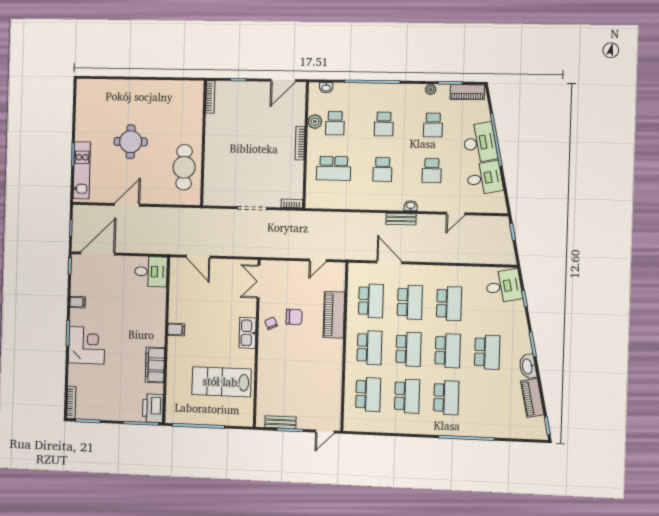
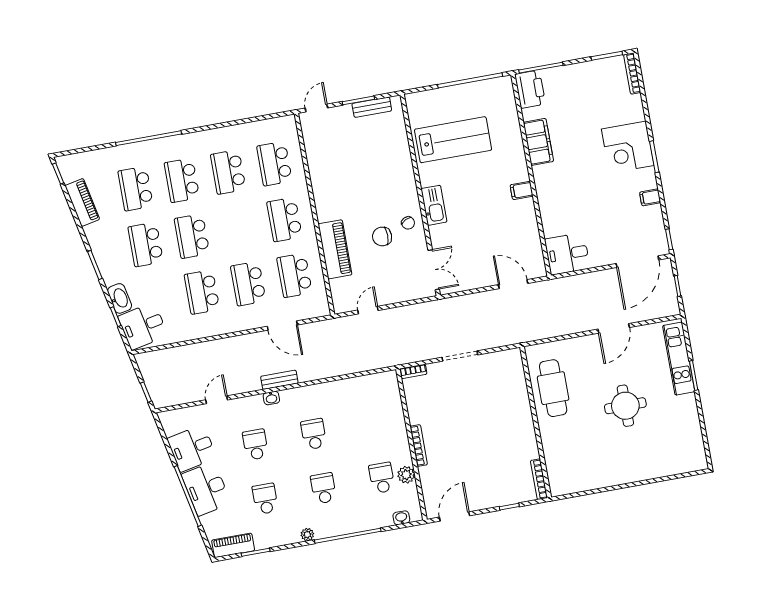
plant: (431, 89) -> (307, 535), moved
school desk: (334, 168) -> (372, 424), removed
school desk: (408, 349) -> (136, 189), moved
washbasin: (528, 366) -> (120, 298), moved

